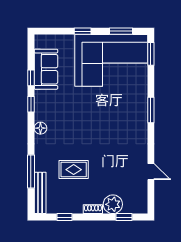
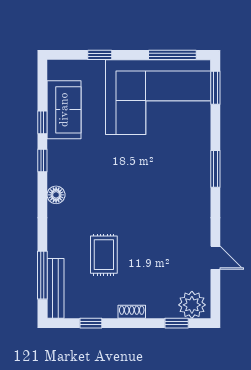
window: (83, 31) -> (100, 55), moved
window: (121, 31) -> (172, 55), width x1.44
rug: (74, 170) -> (104, 255), turned 90
window: (31, 171) -> (42, 275), moved
plant: (113, 204) -> (192, 305), moved

